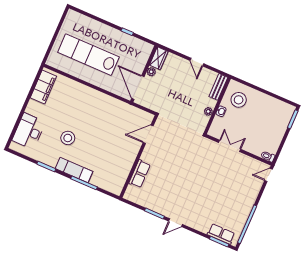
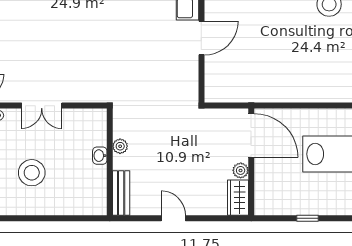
stool: (239, 100) -> (32, 173), moved
door: (148, 134) -> (201, 38), moved
double door: (230, 146) -> (42, 106), moved

